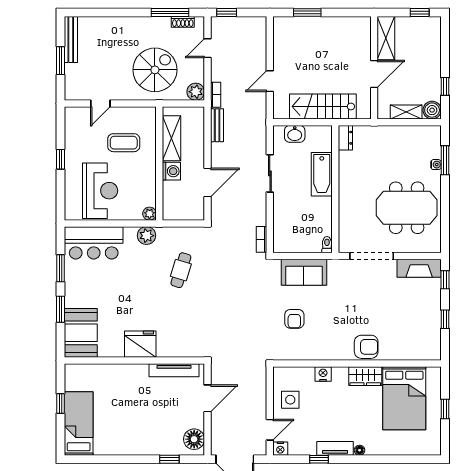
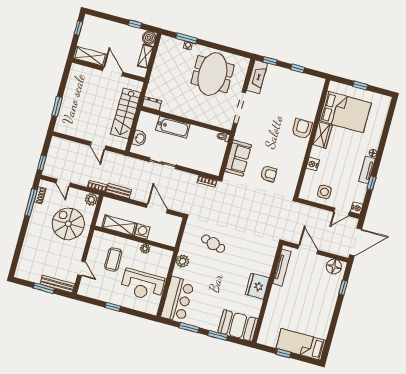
bench: (71, 40) -> (57, 284), moved
reception desk: (100, 191) -> (142, 285), turned 180
plant: (150, 214) -> (145, 249), moved
door: (270, 430) -> (342, 212), swing flipped

